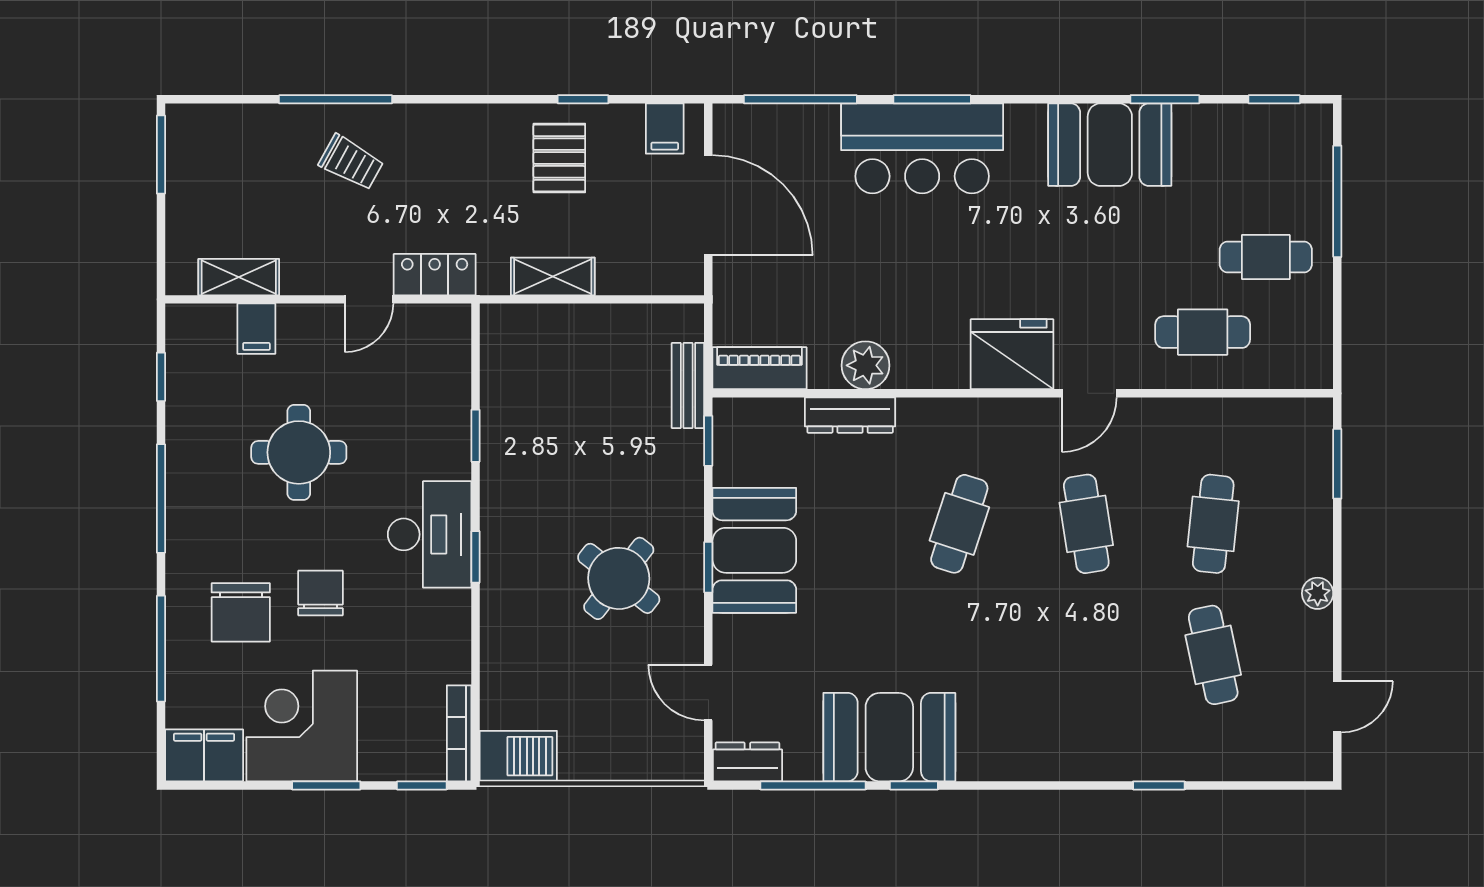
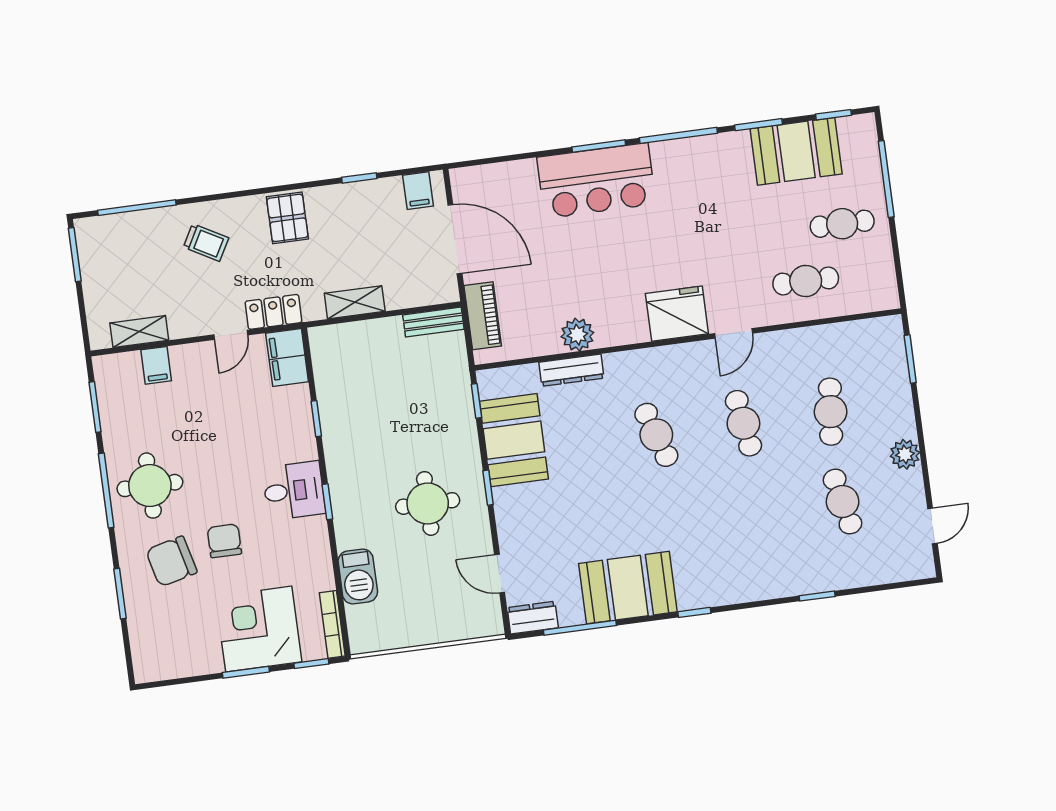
window: (336, 99) -> (137, 208), moved
window: (800, 99) -> (678, 135), moved
booth: (1110, 145) -> (796, 151), moved
pallet: (559, 158) -> (287, 218), moved
piano: (759, 368) -> (483, 316), moved, turned 90
window: (161, 377) -> (95, 407), width x1.50
bench: (688, 386) -> (433, 322), moved, turned 90
round table: (299, 452) -> (150, 486), moved
cafe table: (959, 524) -> (656, 435), turned -36
desk: (430, 534) -> (294, 491), width x0.73
booth: (754, 550) -> (514, 440), moved
round table: (619, 578) -> (428, 503), turned -38
plant: (1318, 593) -> (905, 454), width x1.38, depth x1.38
chair: (241, 612) -> (171, 561), turned 76
window: (161, 649) -> (120, 594), width x0.69
corner desk: (302, 726) -> (259, 629), moved
filing cabinet: (204, 755) -> (287, 357), moved, turned -90
barbecue: (518, 756) -> (358, 576), moved, turned 90
window: (914, 785) -> (694, 612), moved

